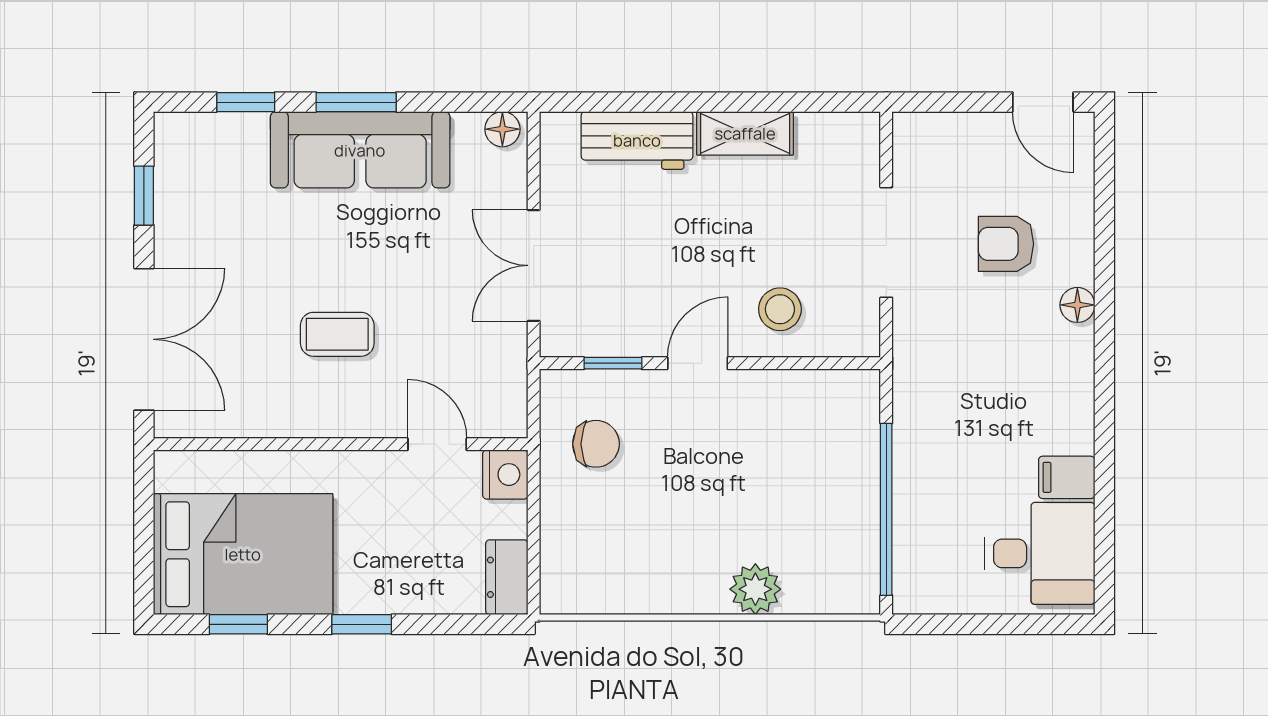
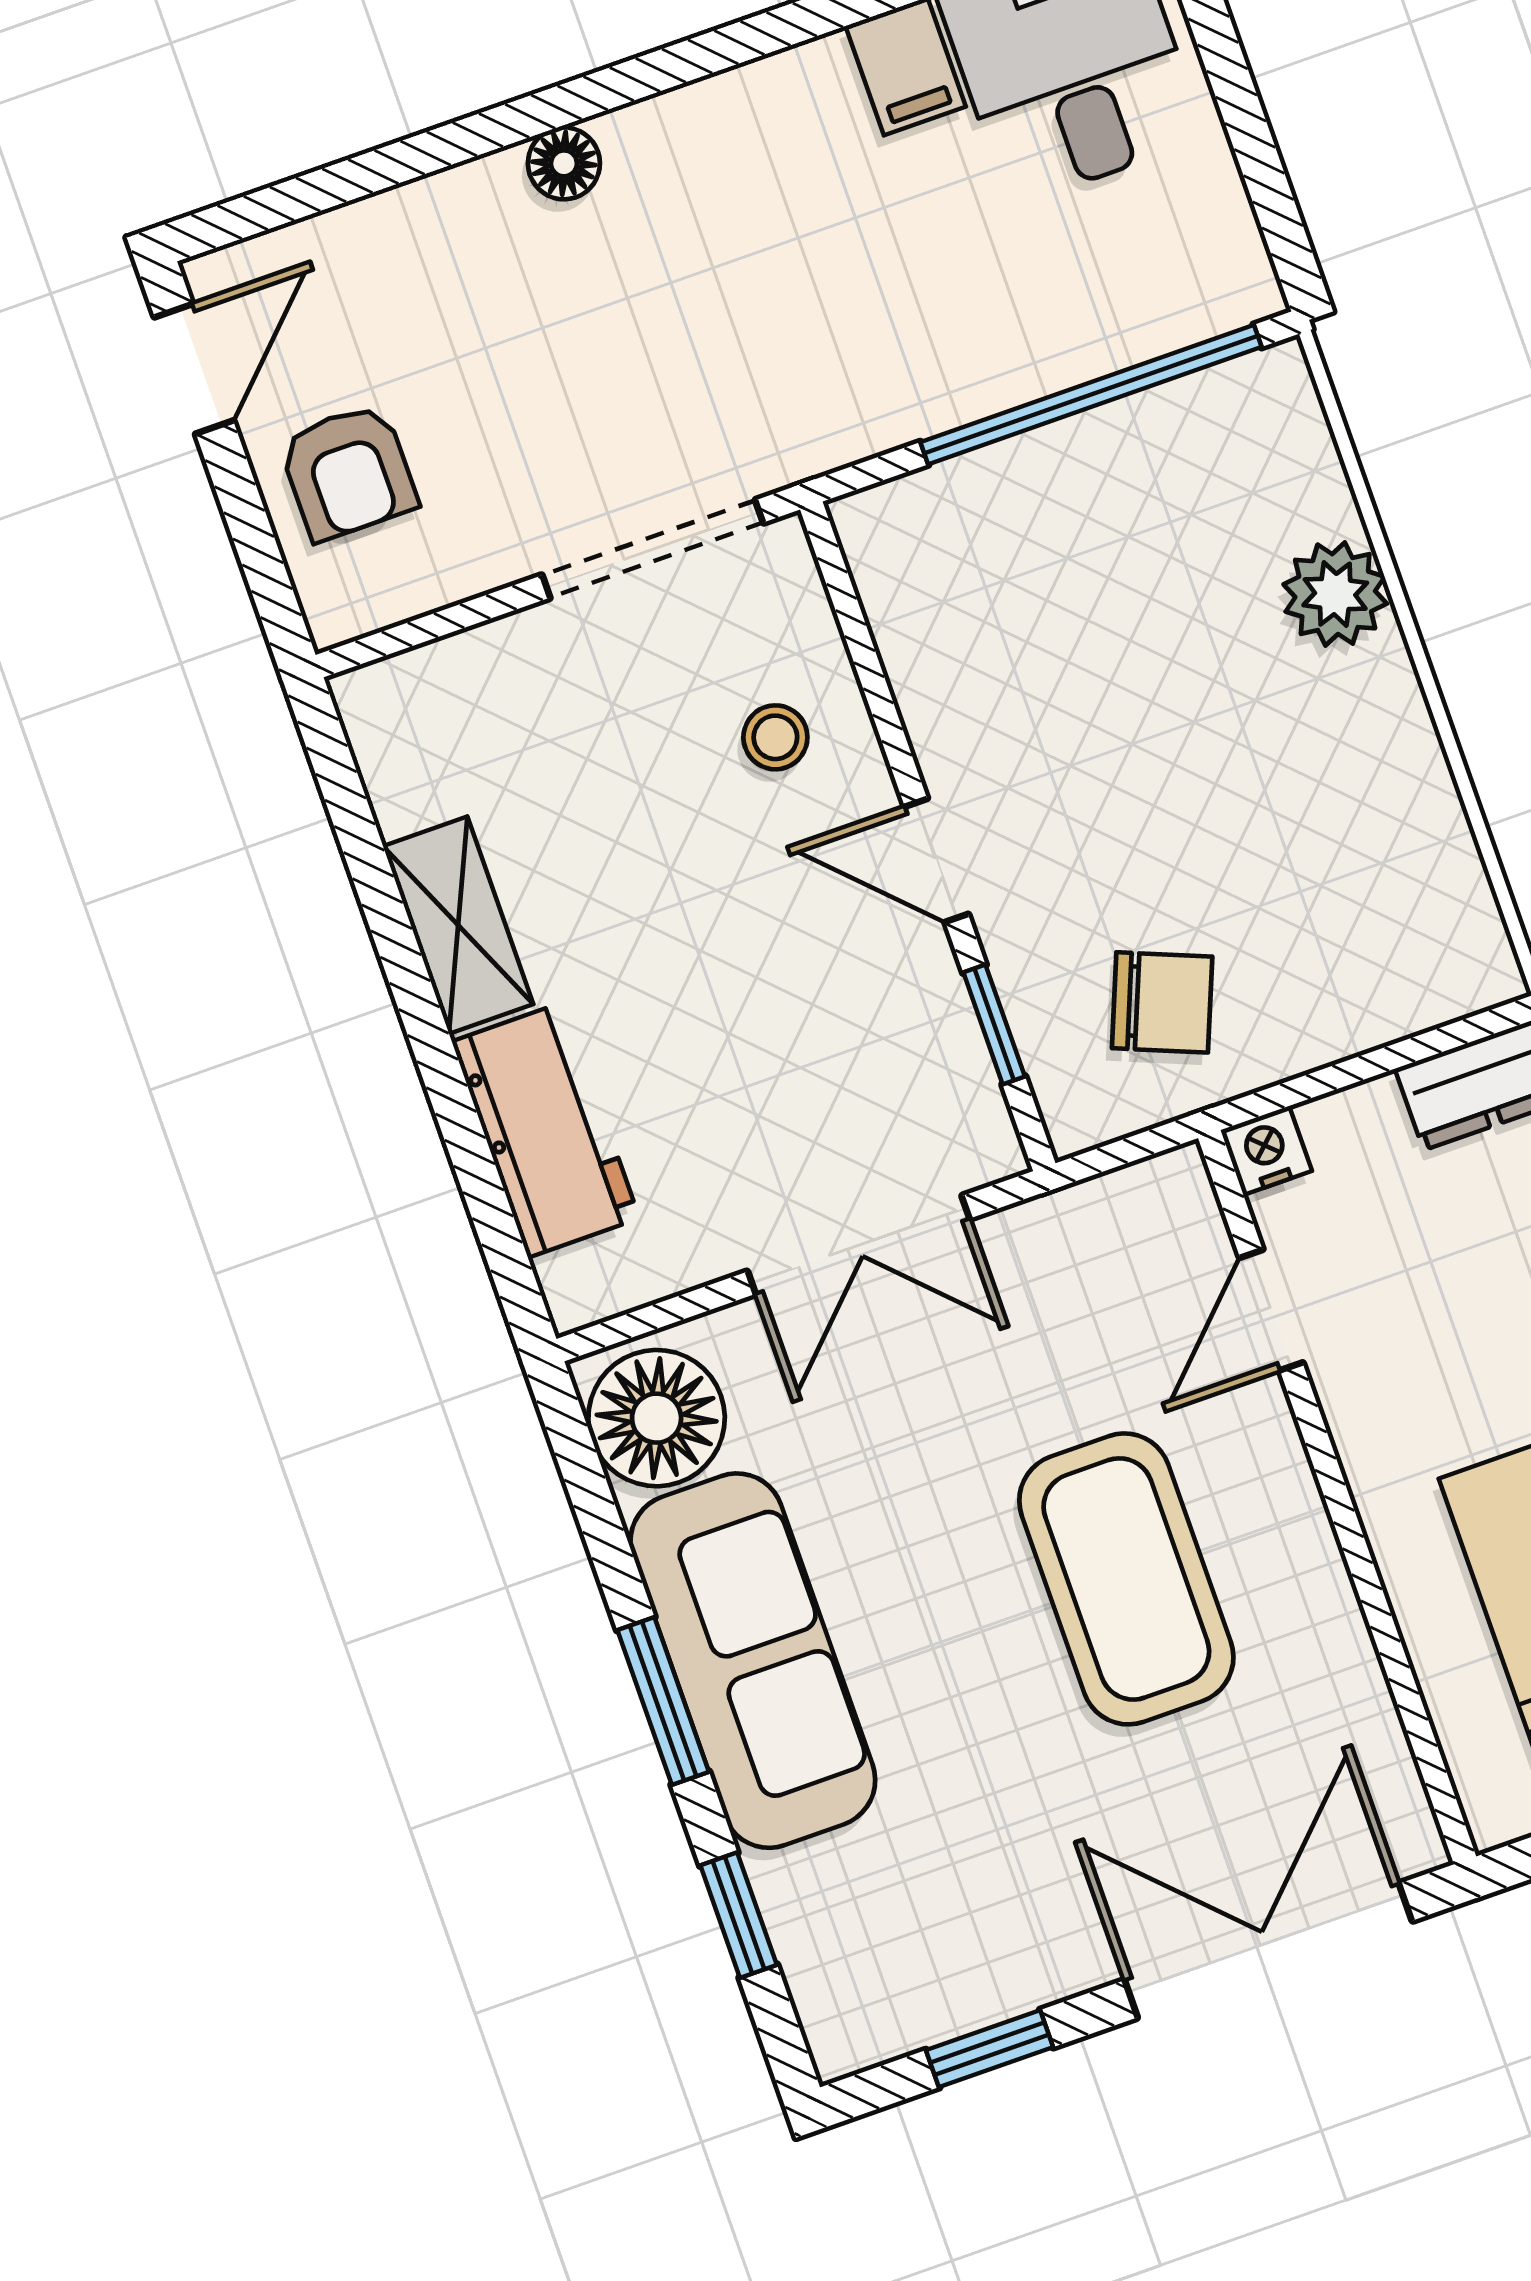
floor lamp: (502, 129) -> (657, 1418), width x1.89, depth x1.89
doorway: (886, 242) -> (653, 549), moved
armchair: (1006, 244) -> (348, 472), moved
stool: (780, 309) -> (775, 737), width x0.73, depth x0.73
coffee table: (337, 334) -> (1126, 1579), width x1.86, depth x1.72
chair: (596, 444) -> (1162, 1002), turned 112
nightstand: (505, 475) -> (1266, 1151), width x0.72, depth x0.74

